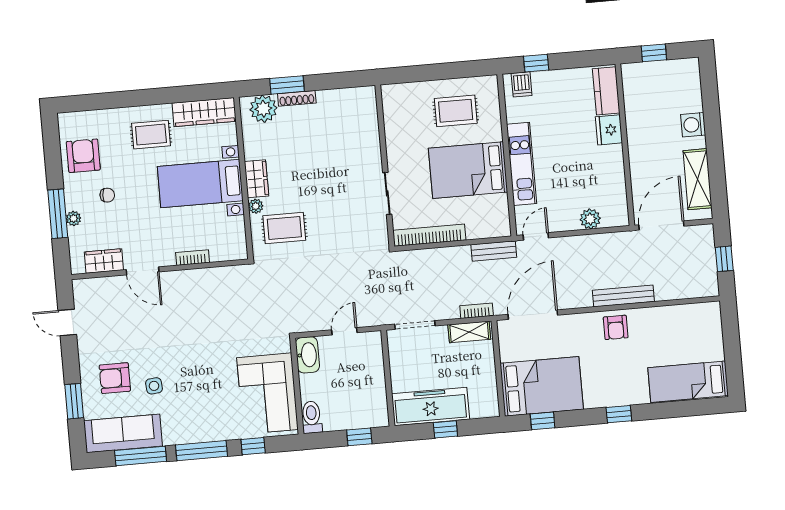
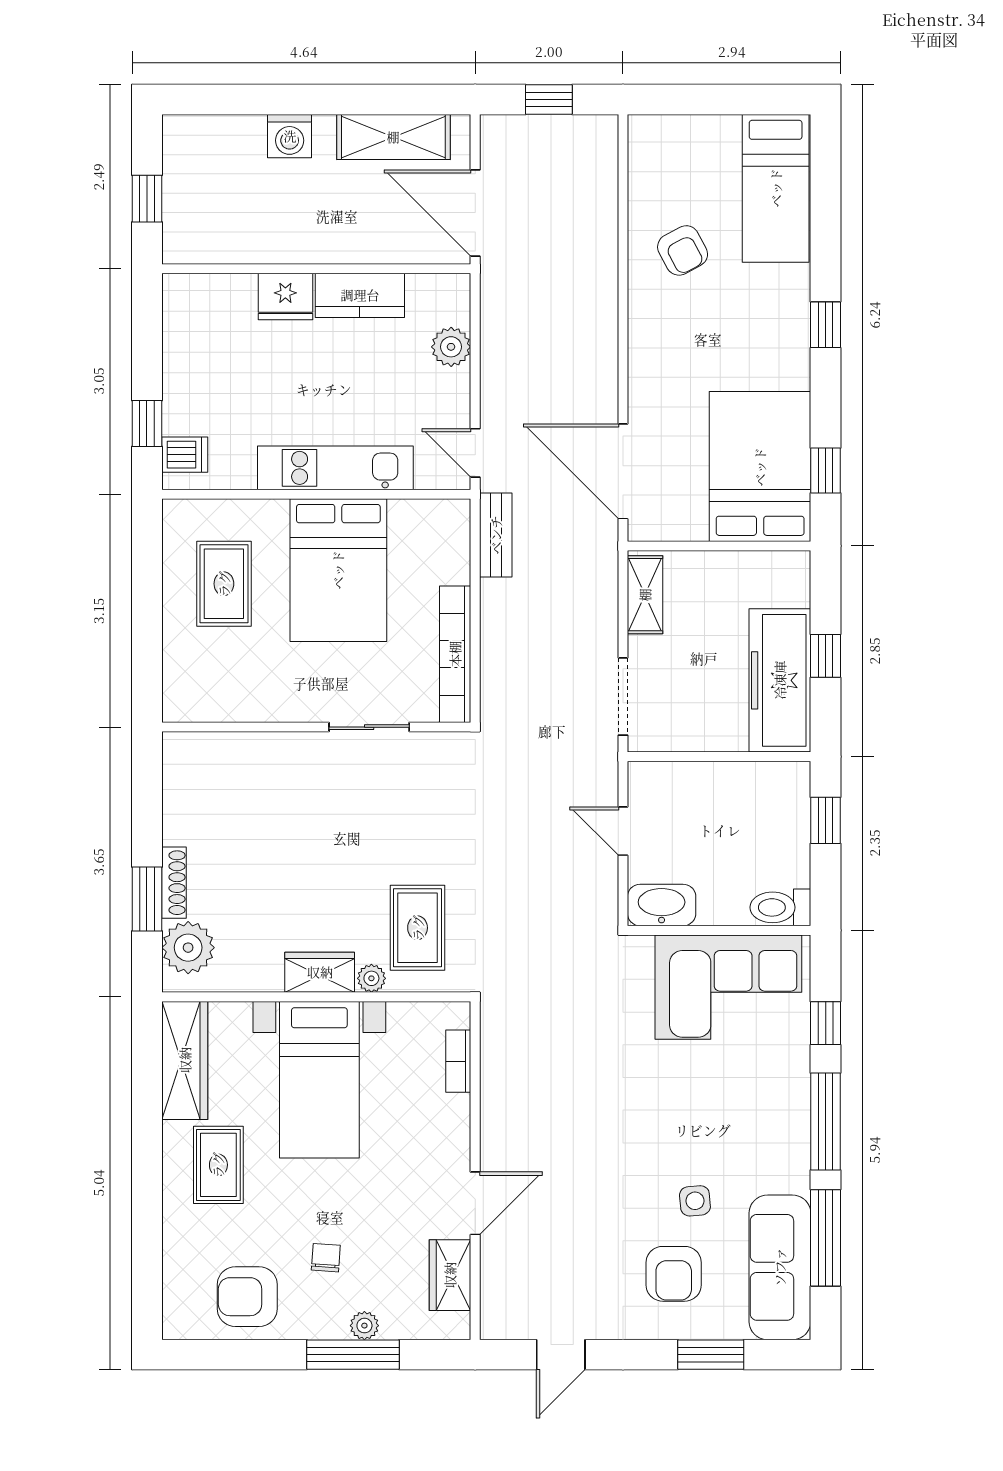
kitchen counter: (606, 91) -> (360, 295), moved
bookcase: (193, 258) -> (458, 1061), moved
bench: (623, 296) -> (602, 297), removed
bookcase: (477, 311) -> (606, 577), removed
armchair: (616, 327) -> (683, 250), moved, turned 62

